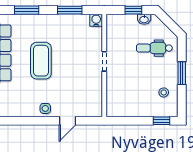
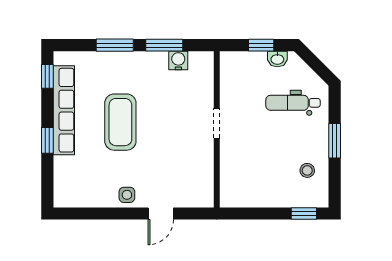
window: (27, 10) -> (115, 45), moved
water cooler: (96, 20) -> (178, 60), moved

